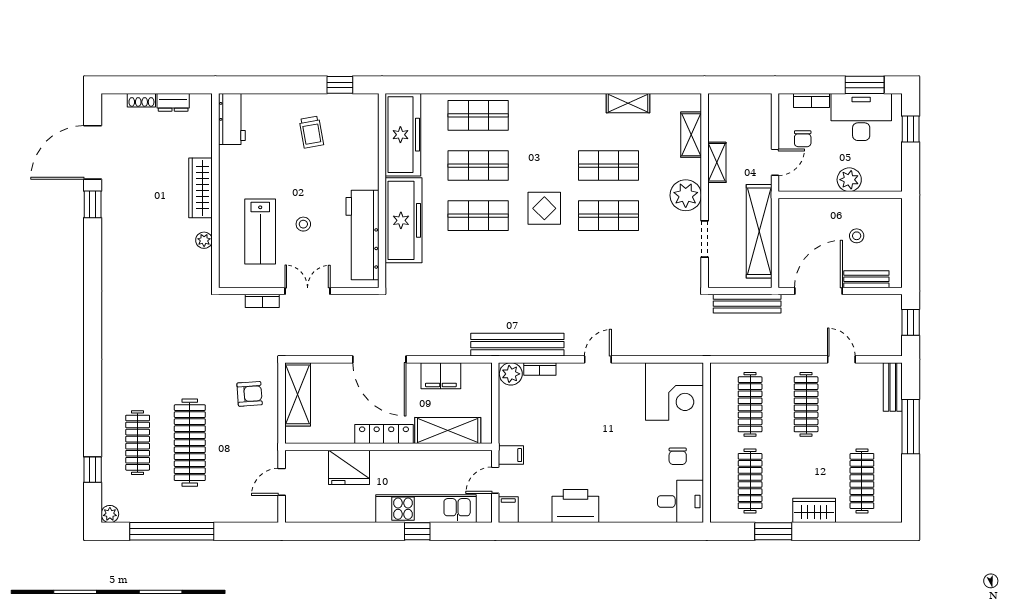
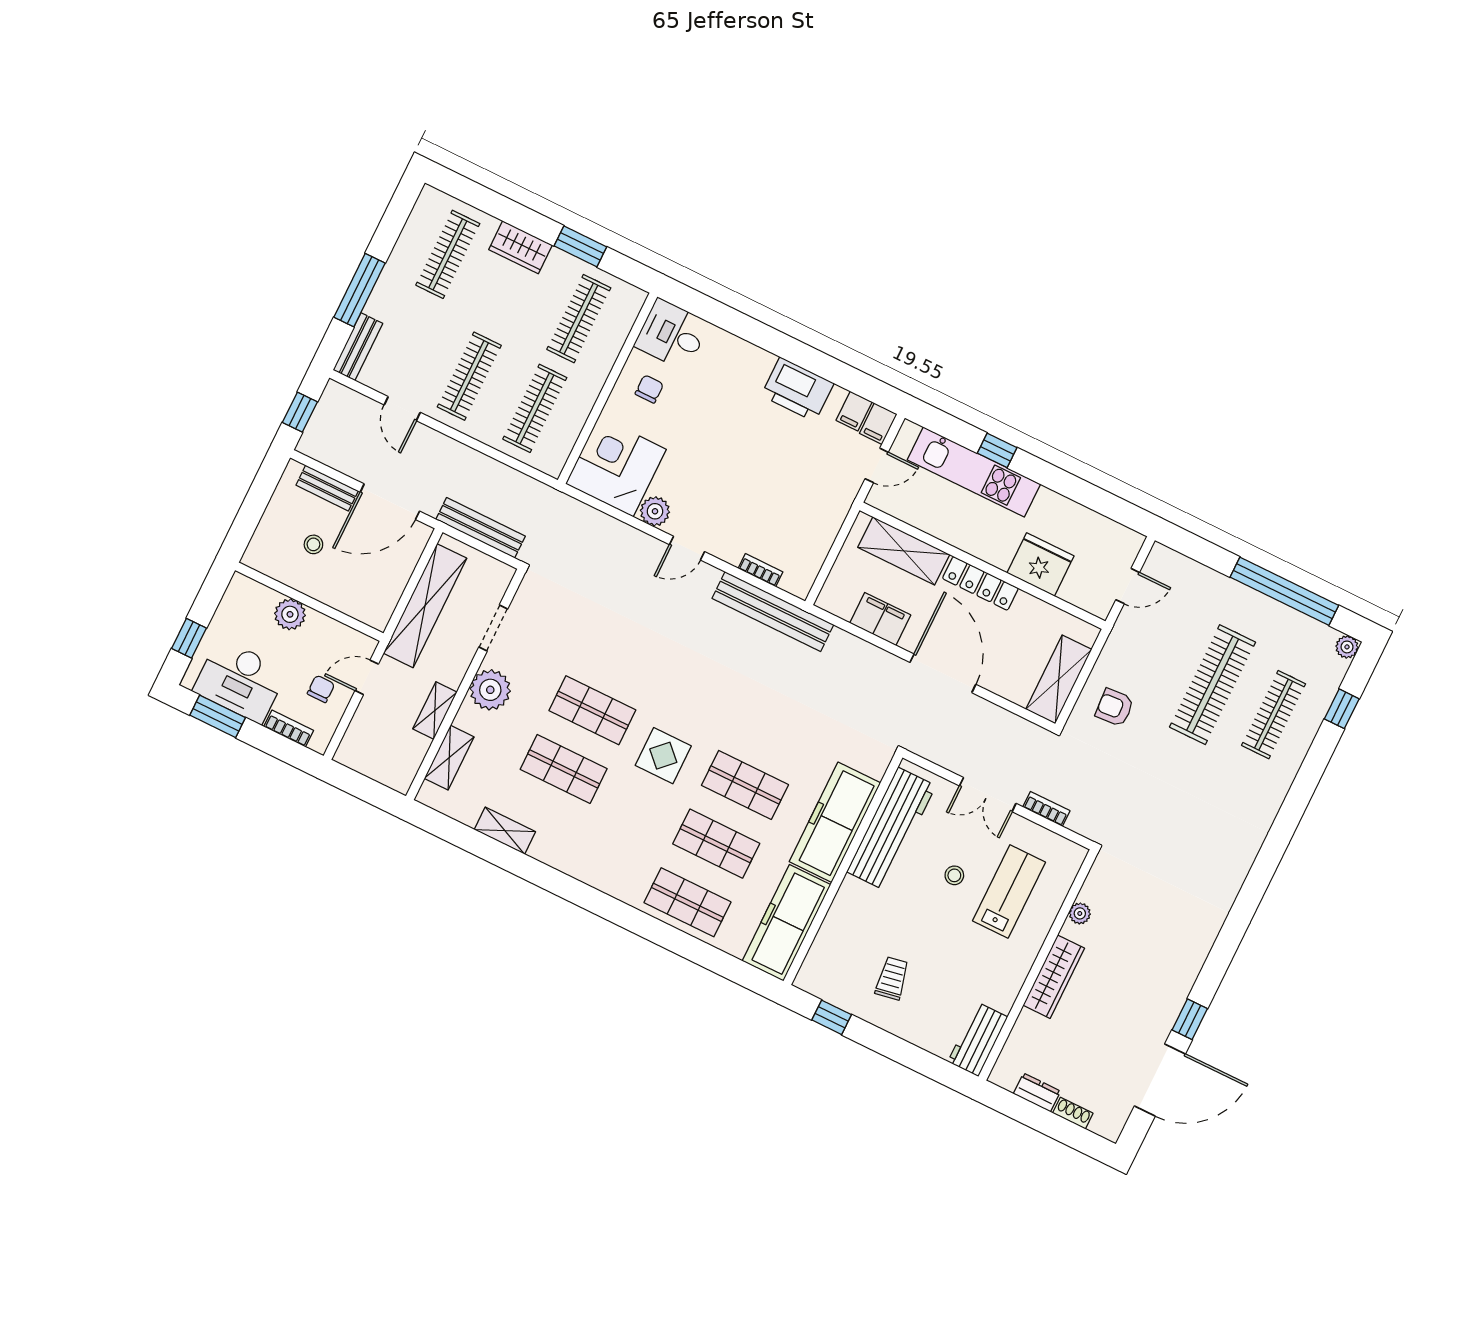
plant: (511, 374) -> (655, 511), moved
filing cabinet: (511, 455) -> (854, 411), moved, turned -90

